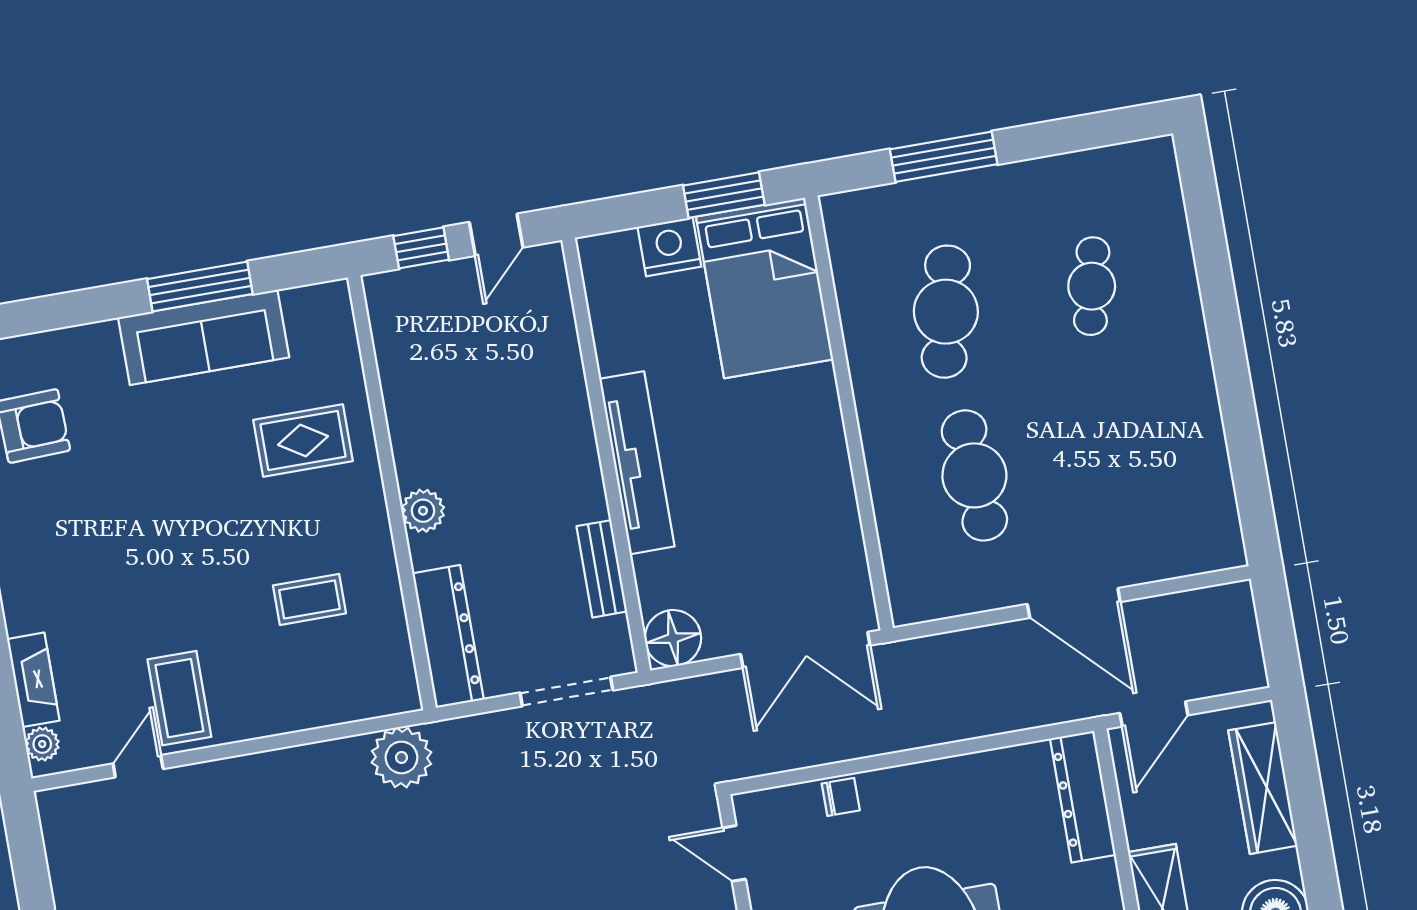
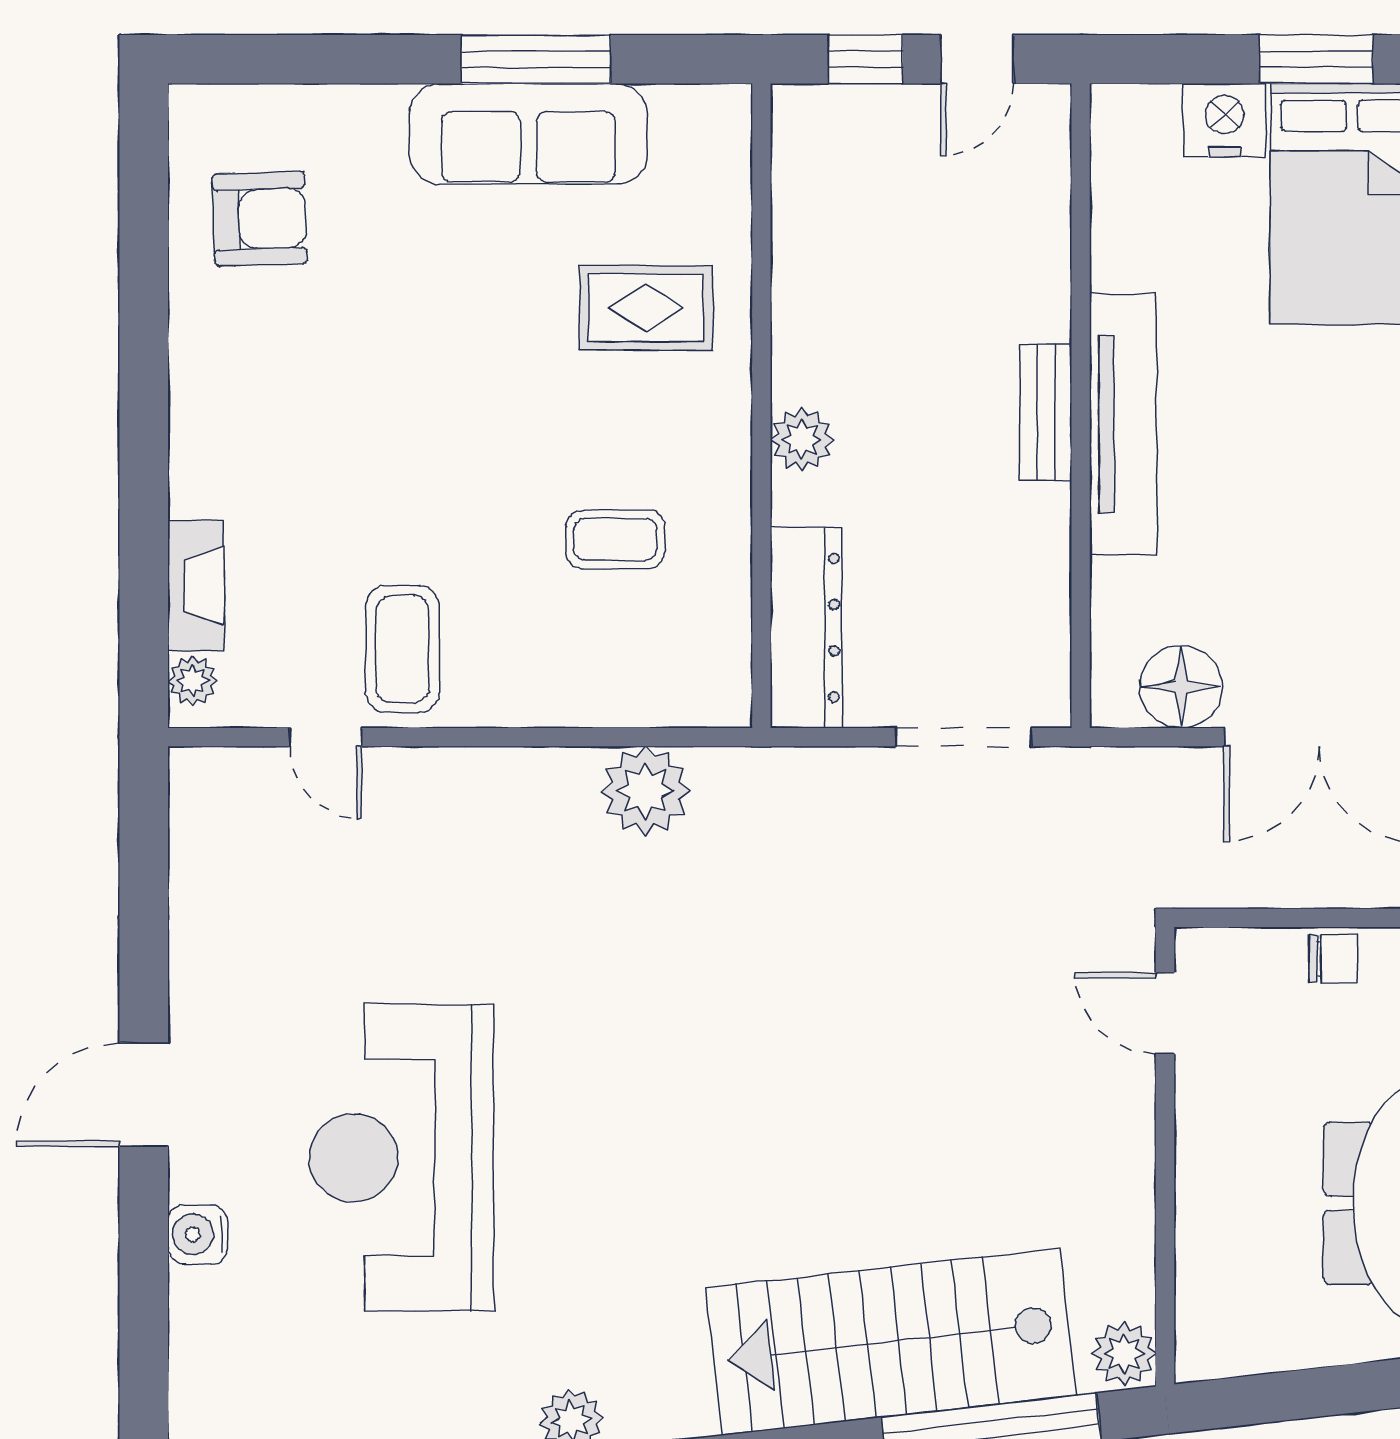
bench: (602, 569) -> (1046, 412), moved
floor lamp: (673, 638) -> (1181, 687), moved
plant: (401, 757) -> (645, 791), moved
door: (138, 766) -> (326, 737), swing flipped

